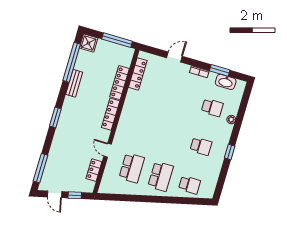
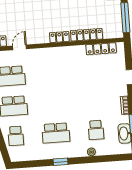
locker: (111, 114) -> (59, 37), width x0.66
school desk: (201, 146) -> (56, 133), width x1.85

